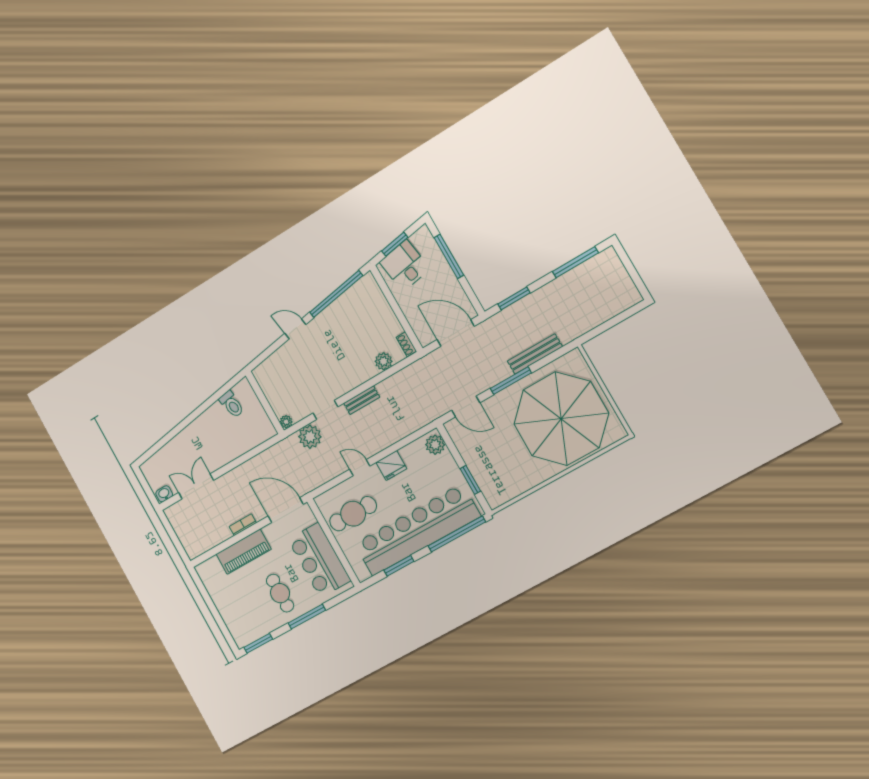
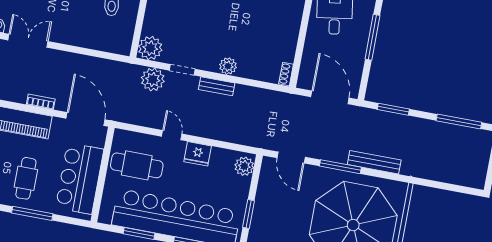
plant: (384, 361) -> (228, 66), moved
plant: (286, 422) -> (150, 48), width x1.87, depth x1.87

